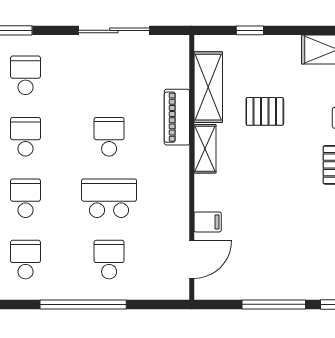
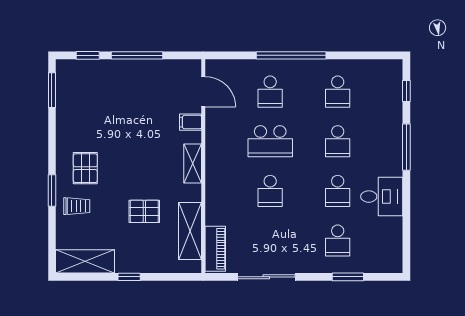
window: (250, 30) -> (129, 277), moved
piano: (177, 117) -> (215, 249), moved
shelving: (205, 149) -> (193, 164), moved
door: (192, 259) -> (203, 92), swing flipped

